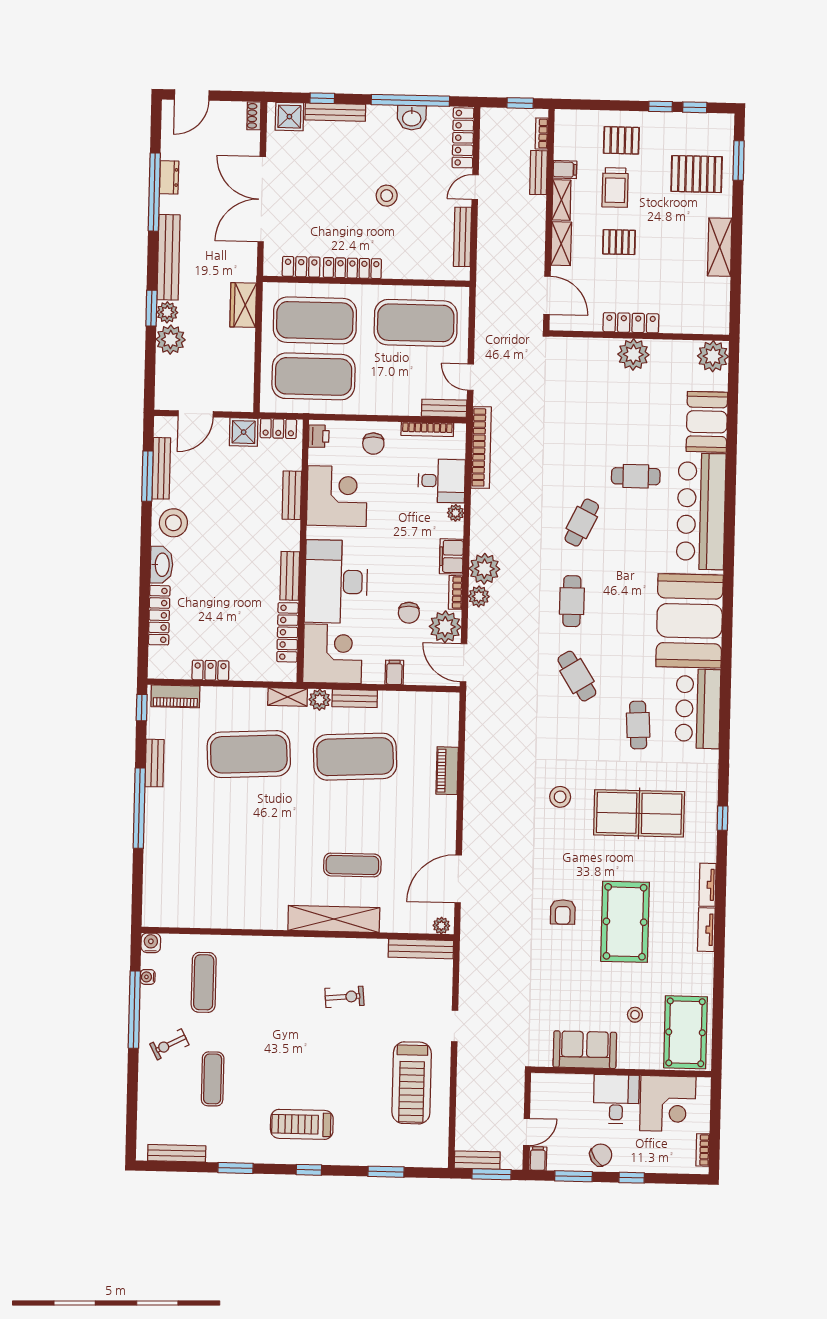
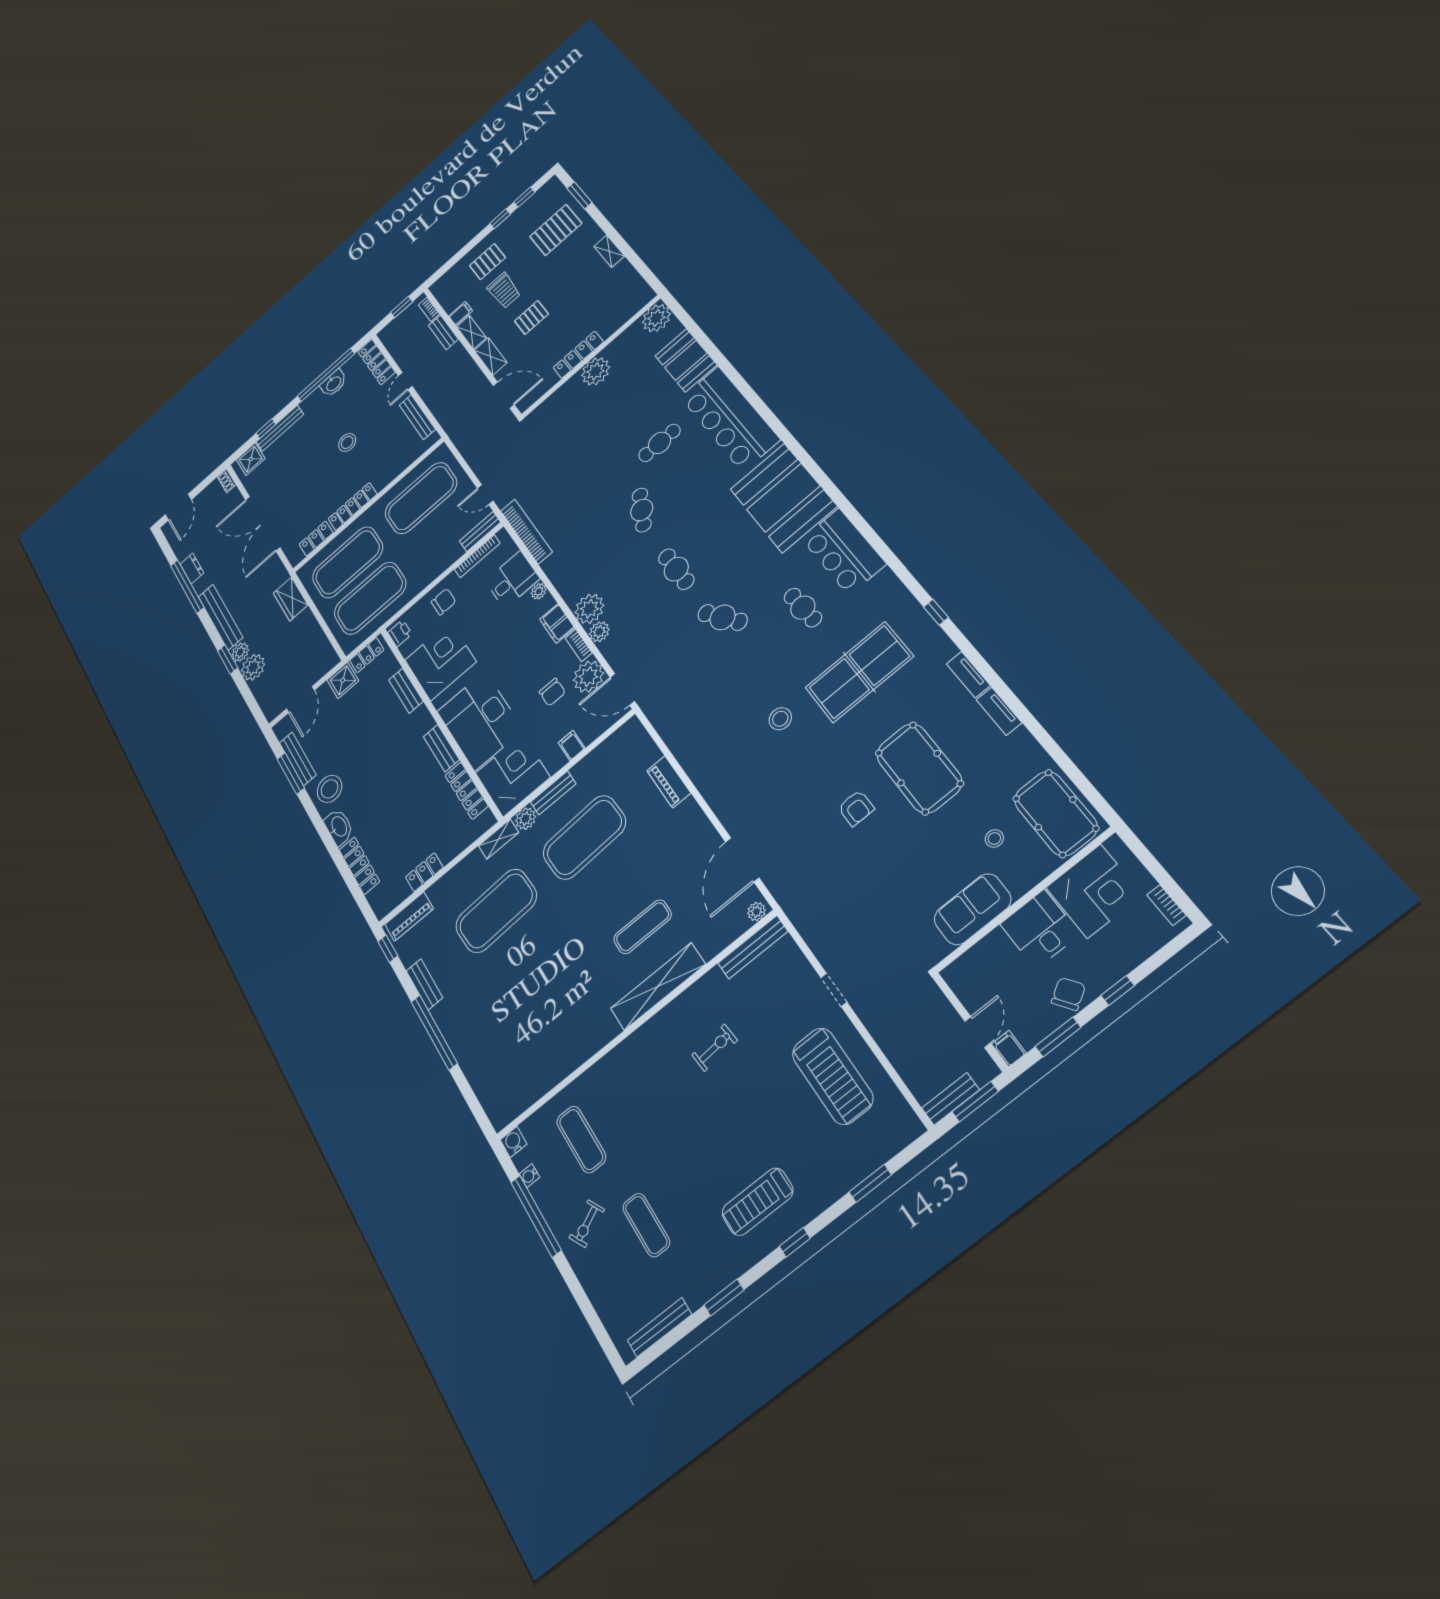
shelving: (720, 247) -> (609, 251), width x0.67, depth x0.75
chair: (373, 444) -> (444, 602), turned -90

